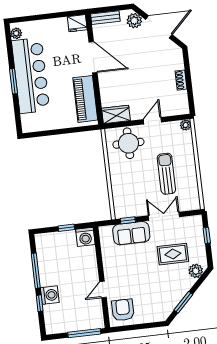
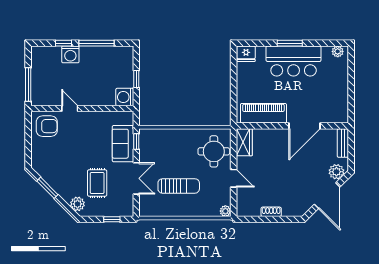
fridge: (77, 23) -> (246, 54), moved, turned -90
bar counter: (31, 75) -> (294, 61), width x0.73

